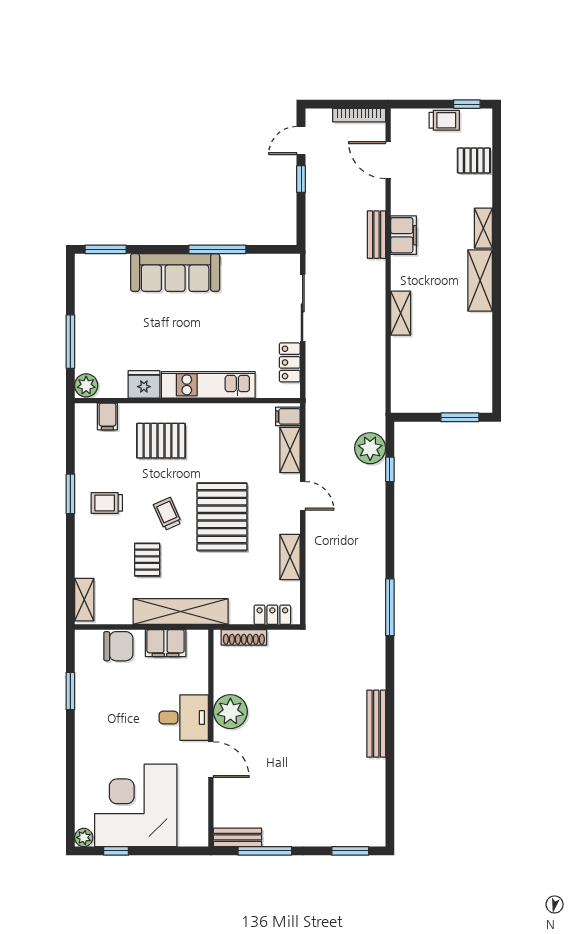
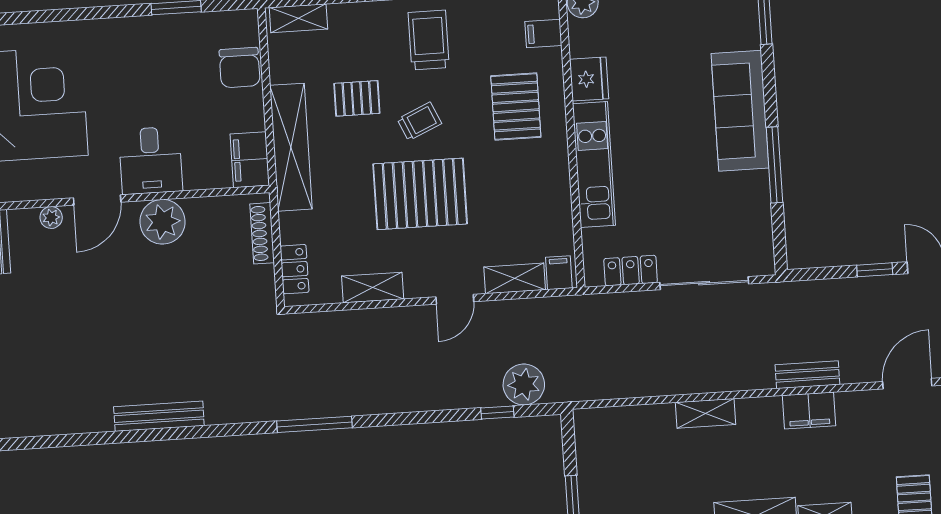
trolley: (107, 503) -> (429, 40), width x1.36, depth x1.39
filing cabinet: (166, 643) -> (250, 160), moved
plant: (222, 795) -> (51, 217), added

